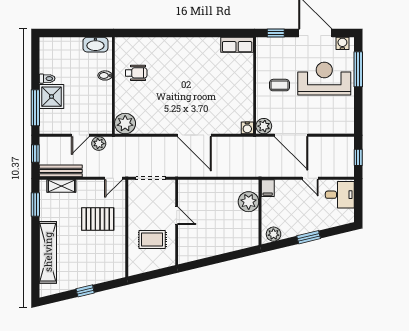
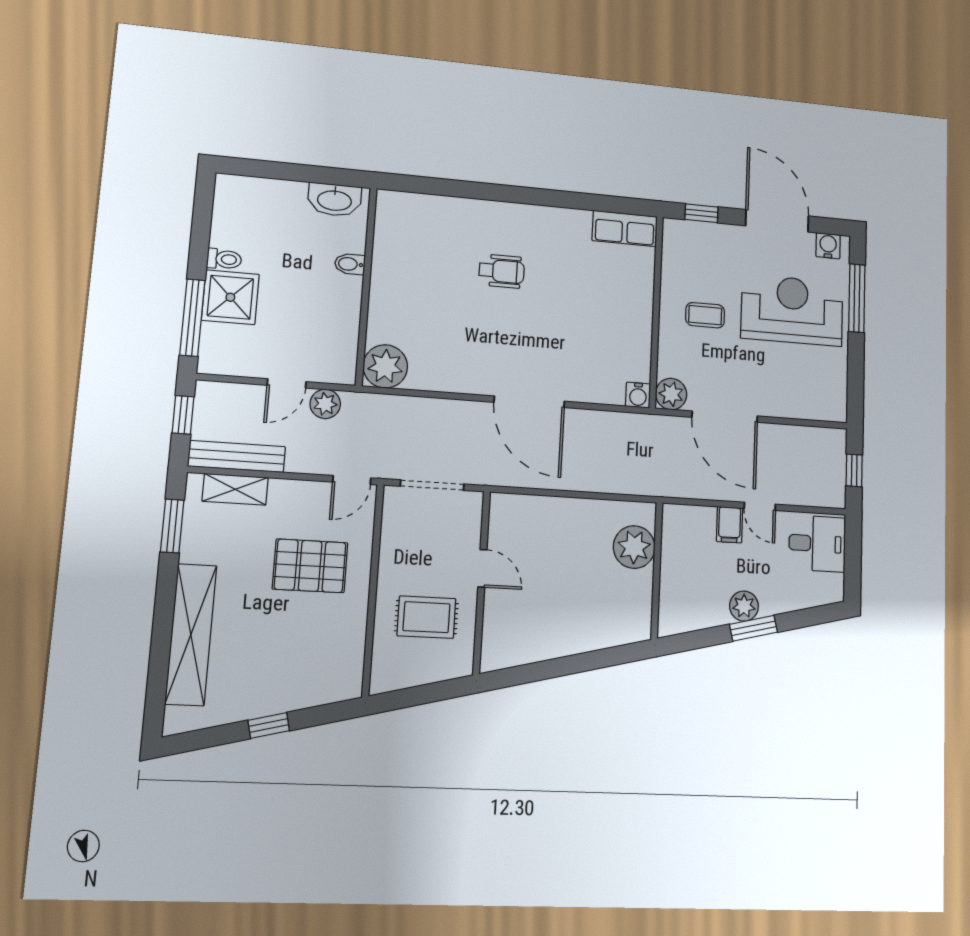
wheelchair: (136, 73) -> (502, 271), moved
filing cabinet: (268, 188) -> (729, 525), moved
plant: (274, 234) -> (744, 606), moved

